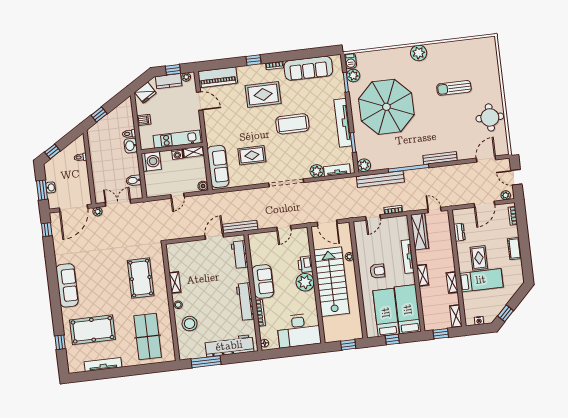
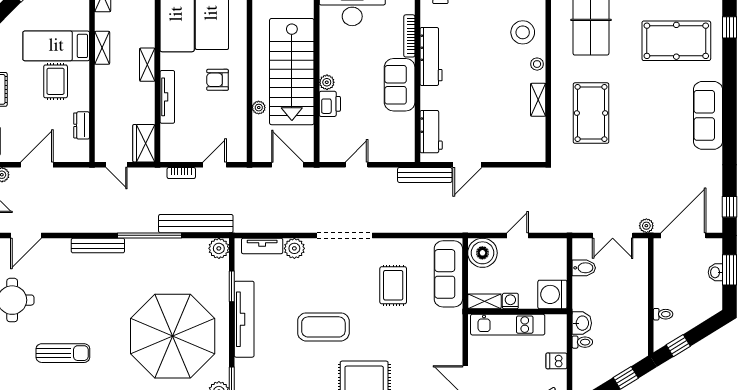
window: (52, 151) -> (678, 346), moved
rug: (252, 155) -> (393, 285), turned 90
boiler: (203, 186) -> (482, 253), width x1.86, depth x1.86
wardrobe: (420, 232) -> (144, 143), width x0.67
plant: (305, 282) -> (327, 82), width x0.53, depth x0.53

